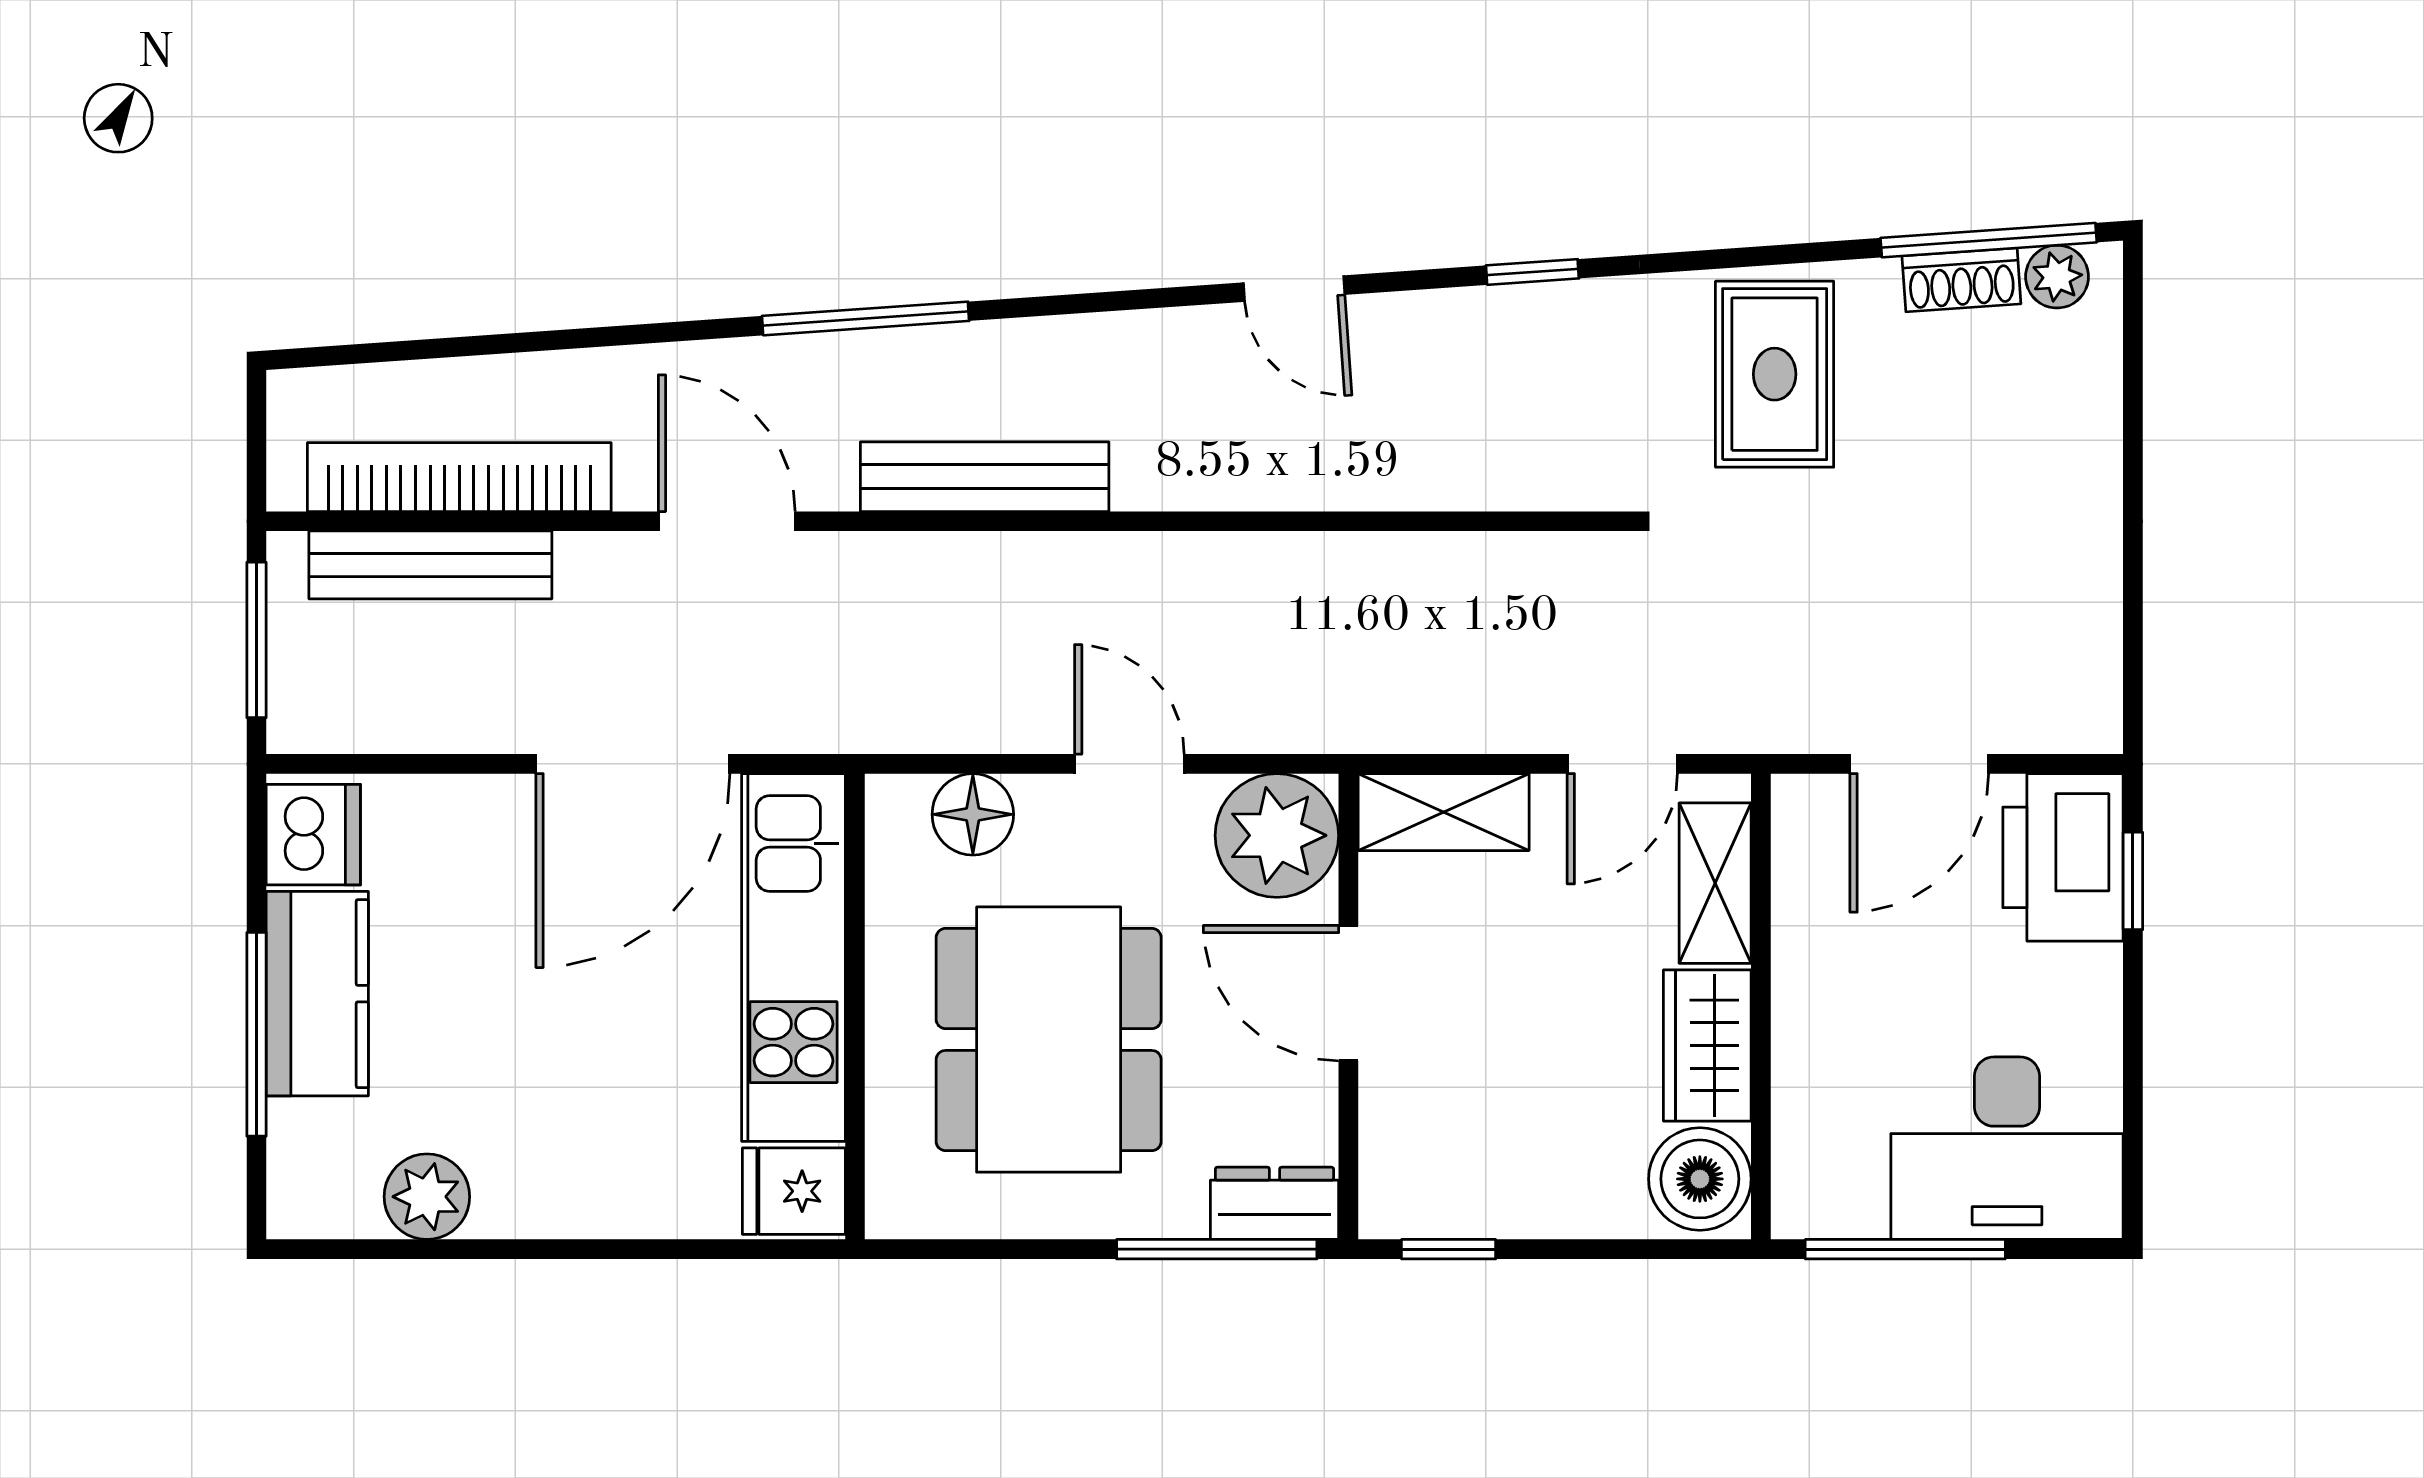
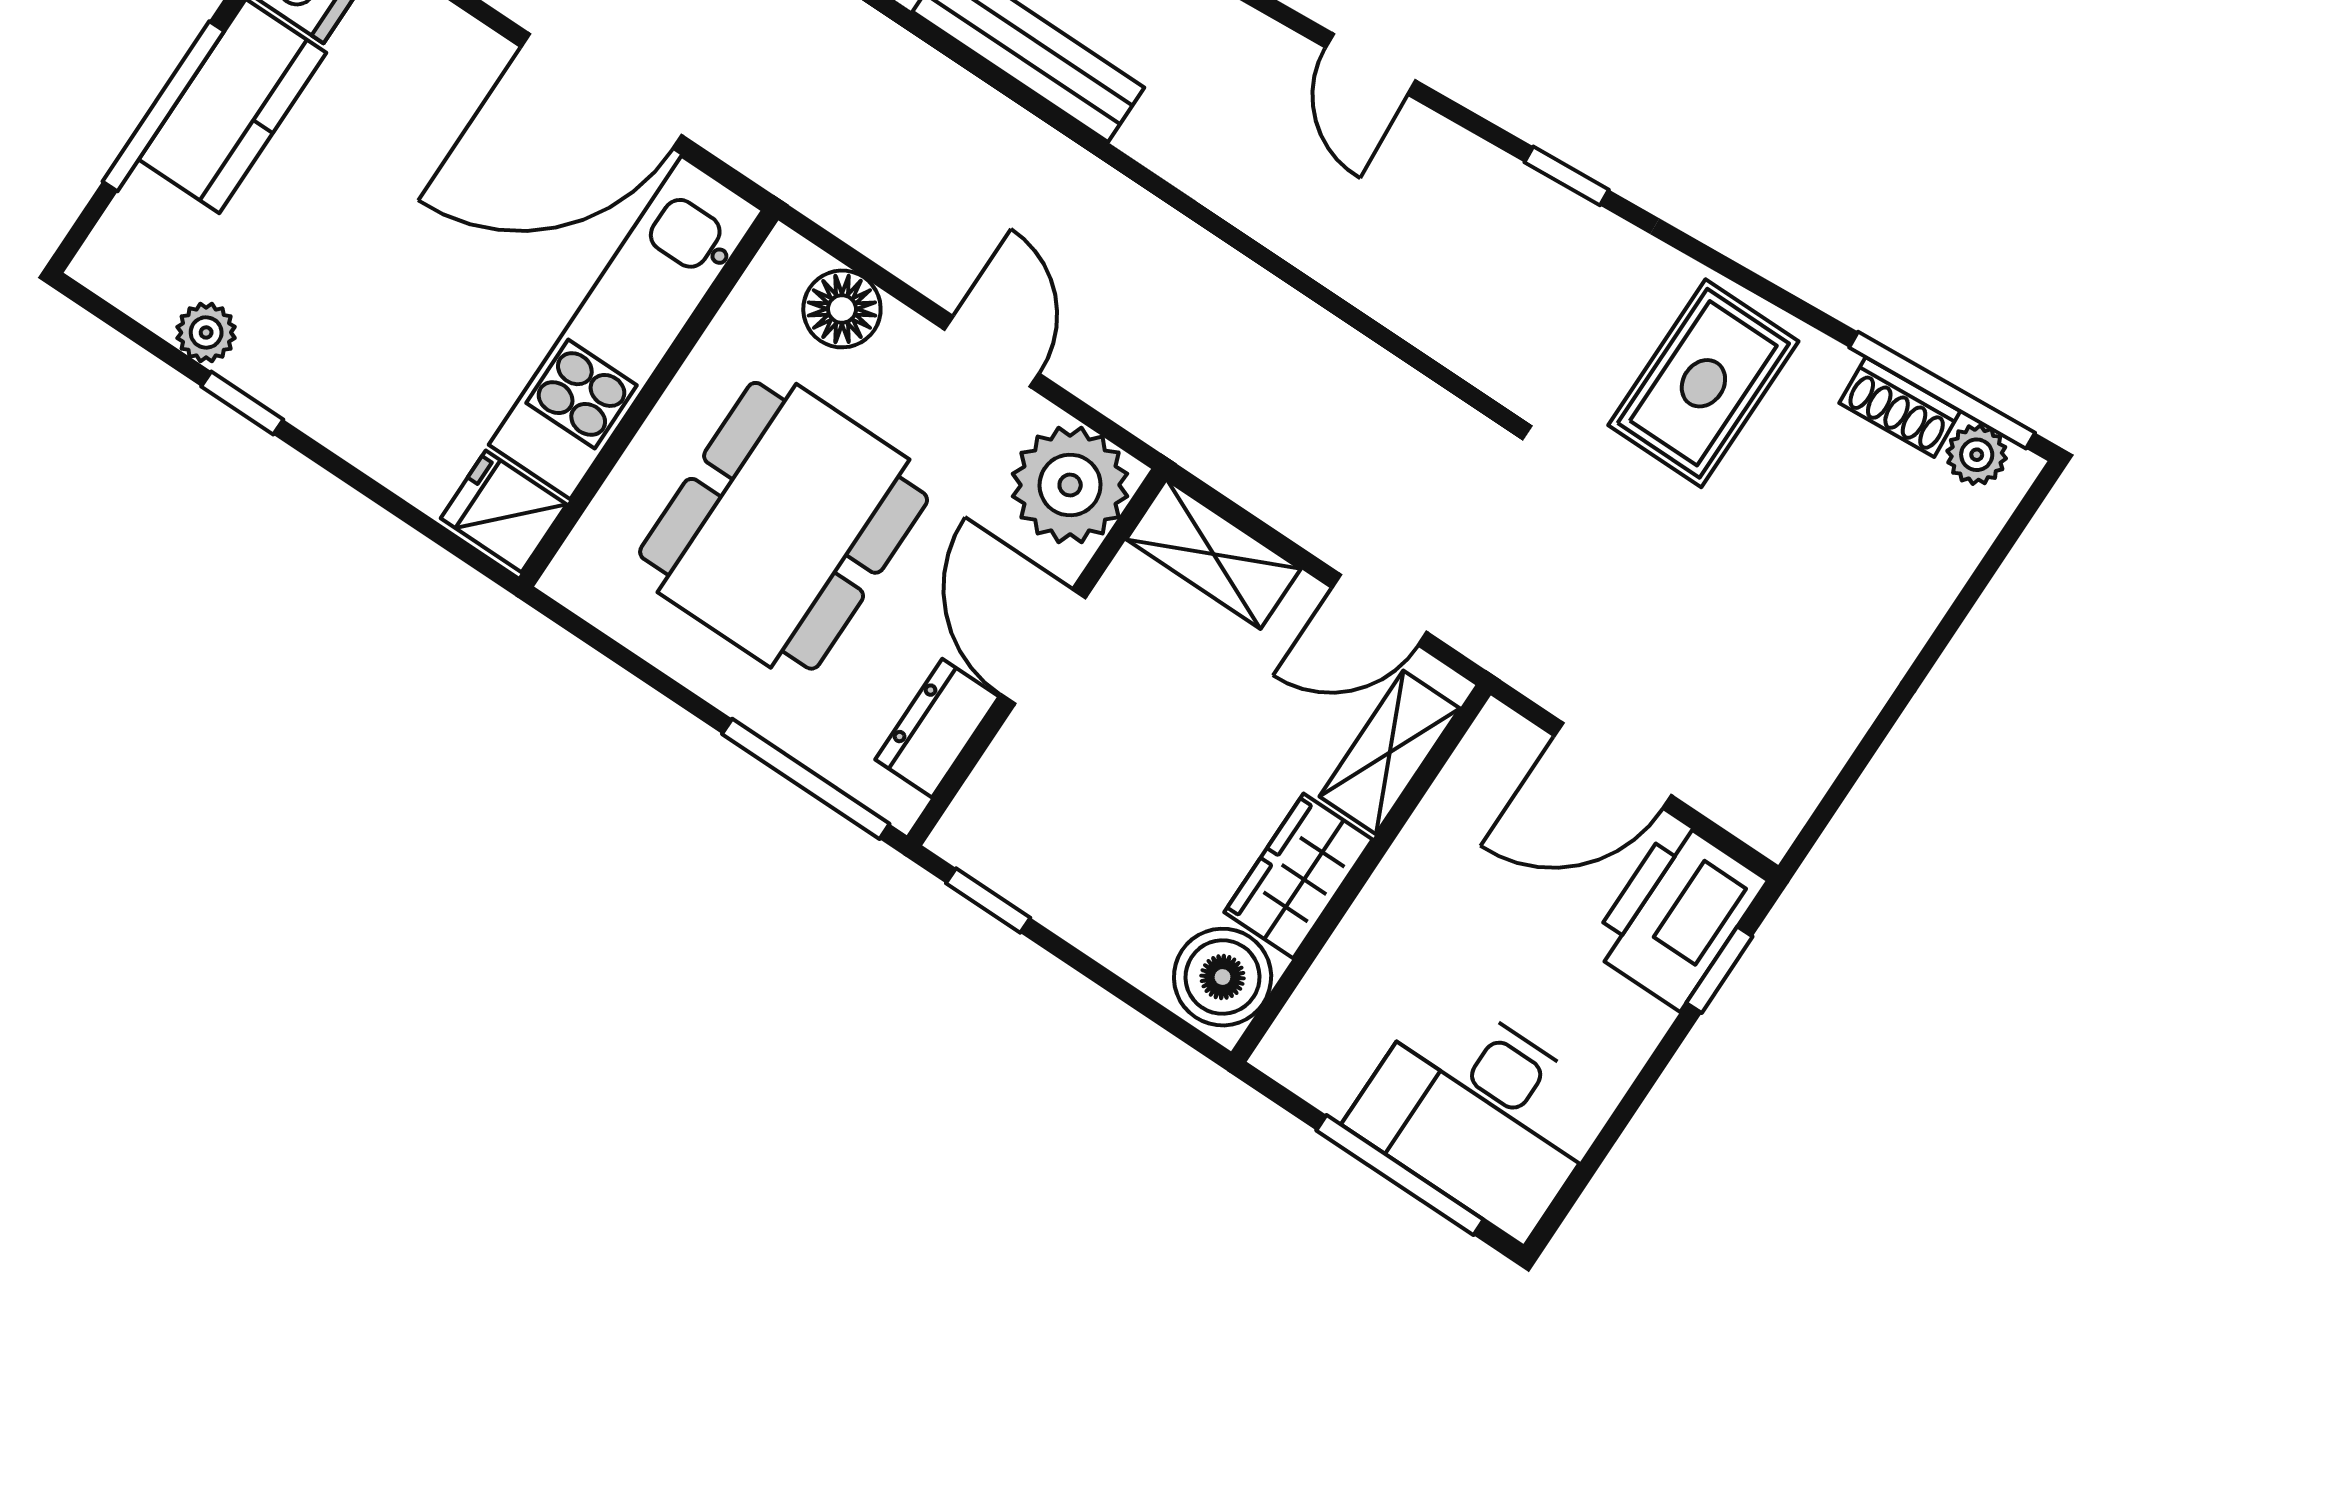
plant: (427, 1197) -> (206, 332), width x0.73, depth x0.73
dresser: (1274, 1203) -> (937, 728), moved, turned -90
window: (500, 1249) -> (242, 403), added
window: (1905, 1249) -> (1400, 1175), moved

